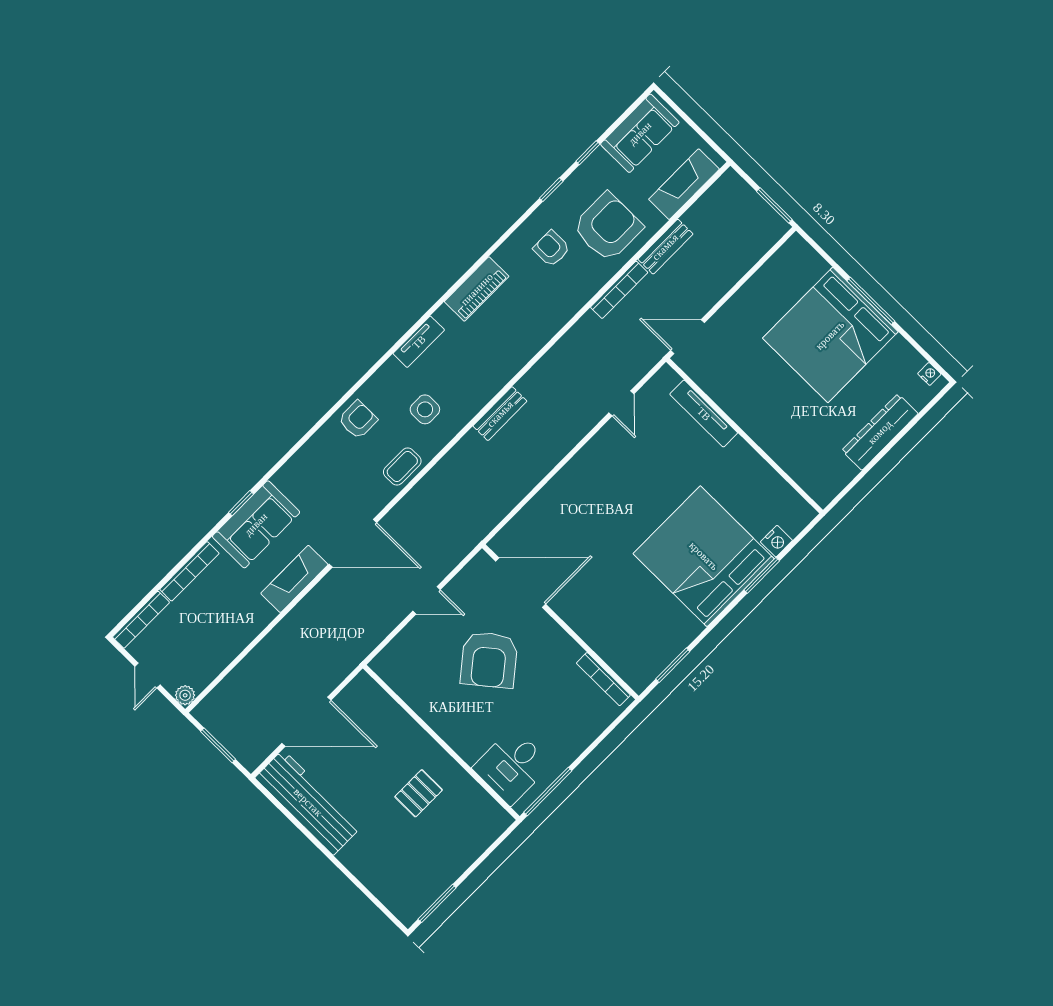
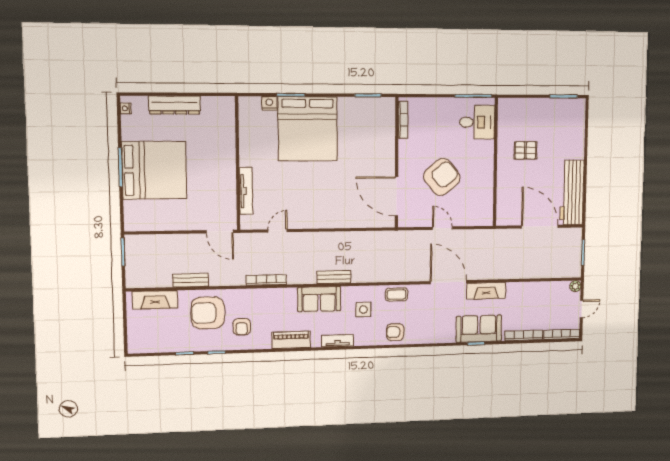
sofa: (640, 133) -> (319, 299), moved, turned 180
bookcase: (619, 290) -> (266, 280), moved

